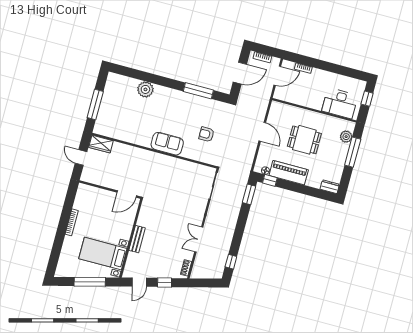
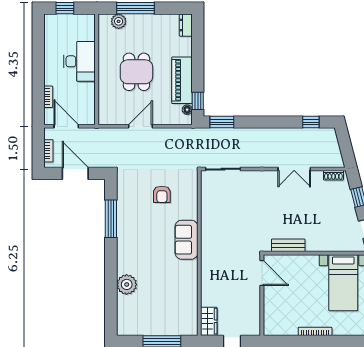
desk: (340, 103) -> (79, 61), moved
bench: (137, 239) -> (288, 245), moved

